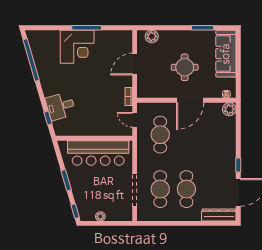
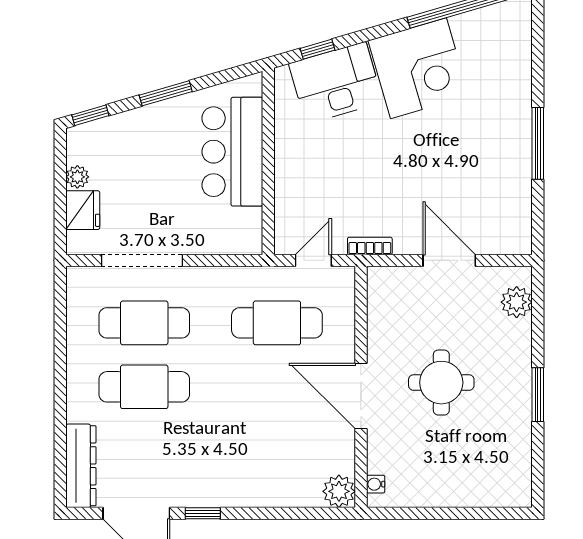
window: (203, 28) -> (538, 395), moved
corner desk: (77, 47) -> (419, 68), moved, turned -106
sofa: (226, 54) -> (475, 483), removed
desk: (61, 106) -> (336, 83), width x1.37
bar counter: (98, 153) -> (232, 152), width x0.73
fridge: (114, 214) -> (83, 210), added

